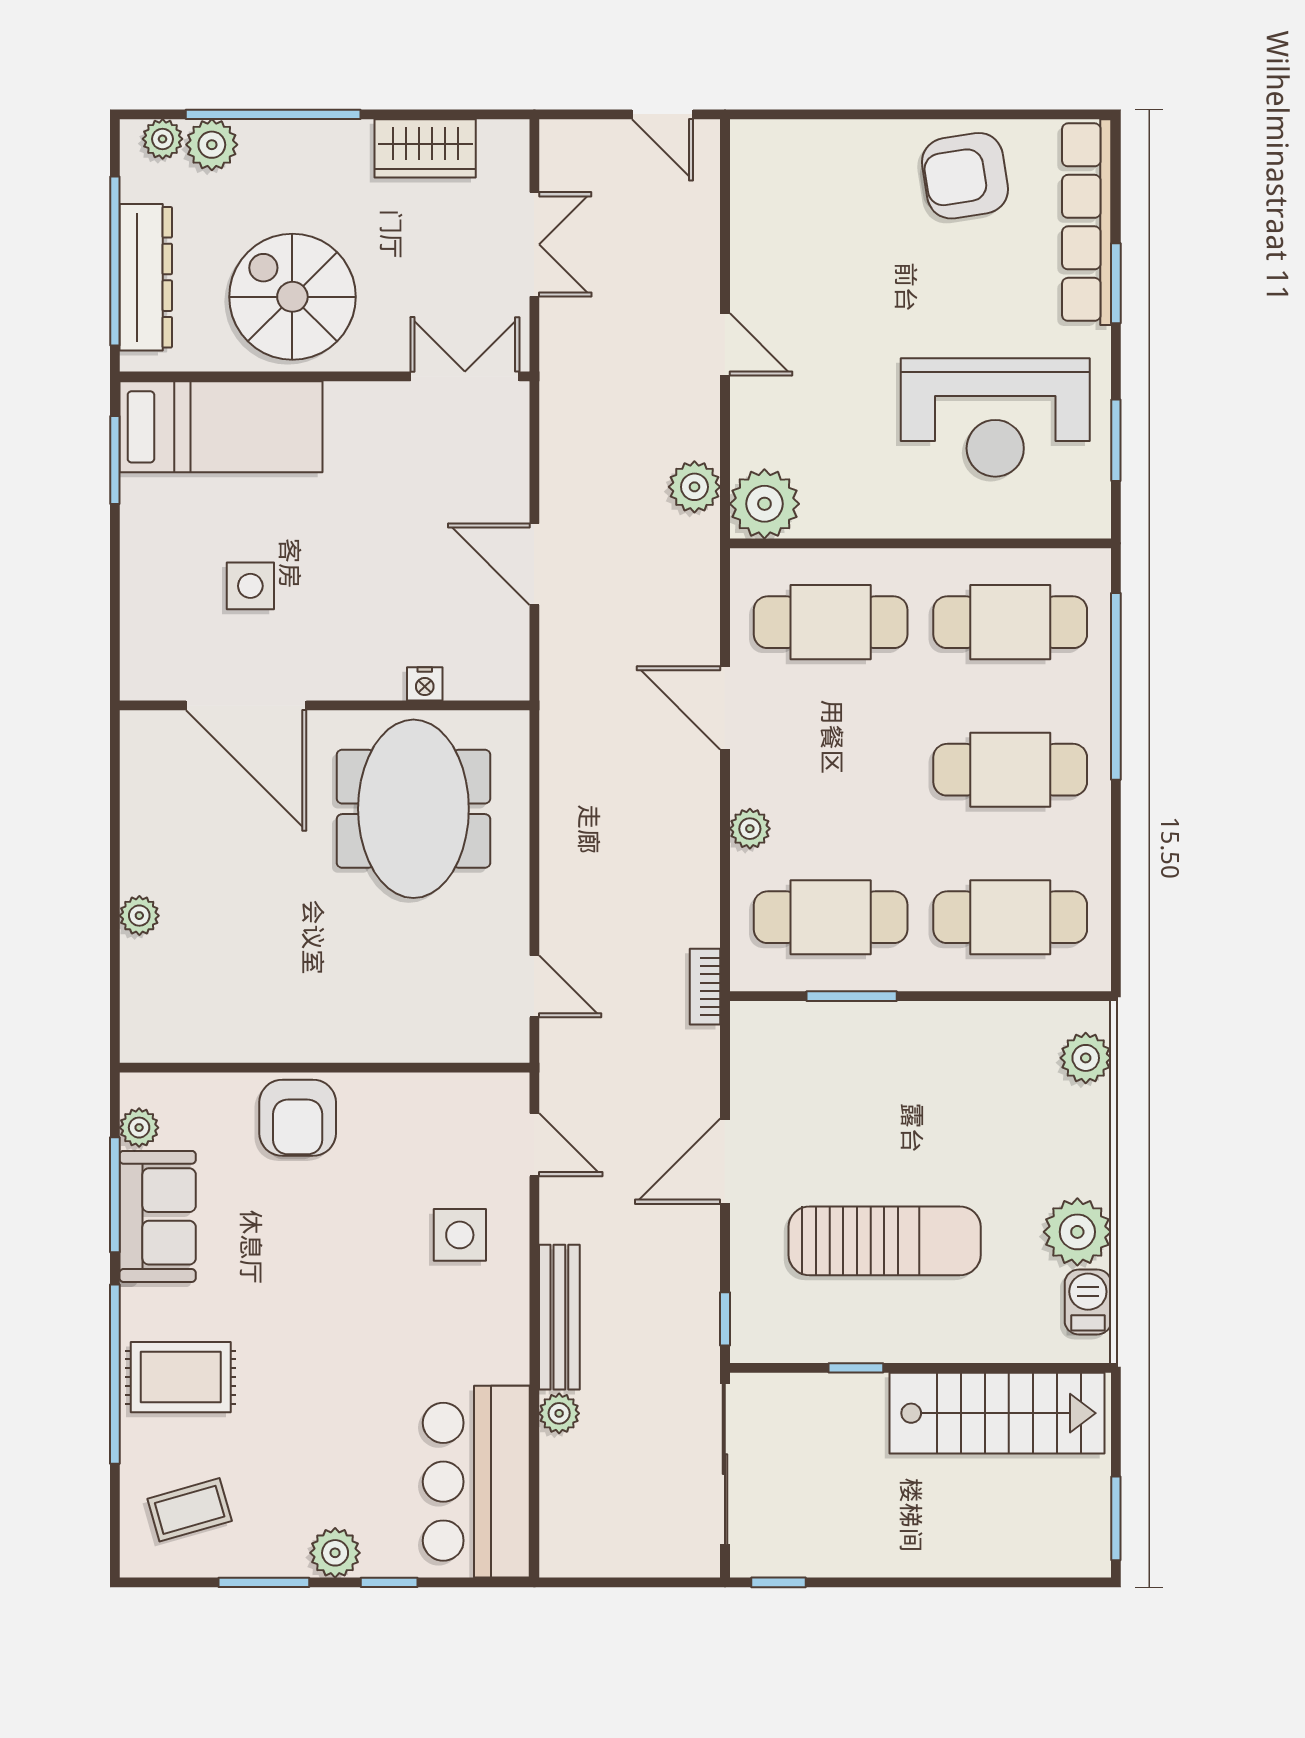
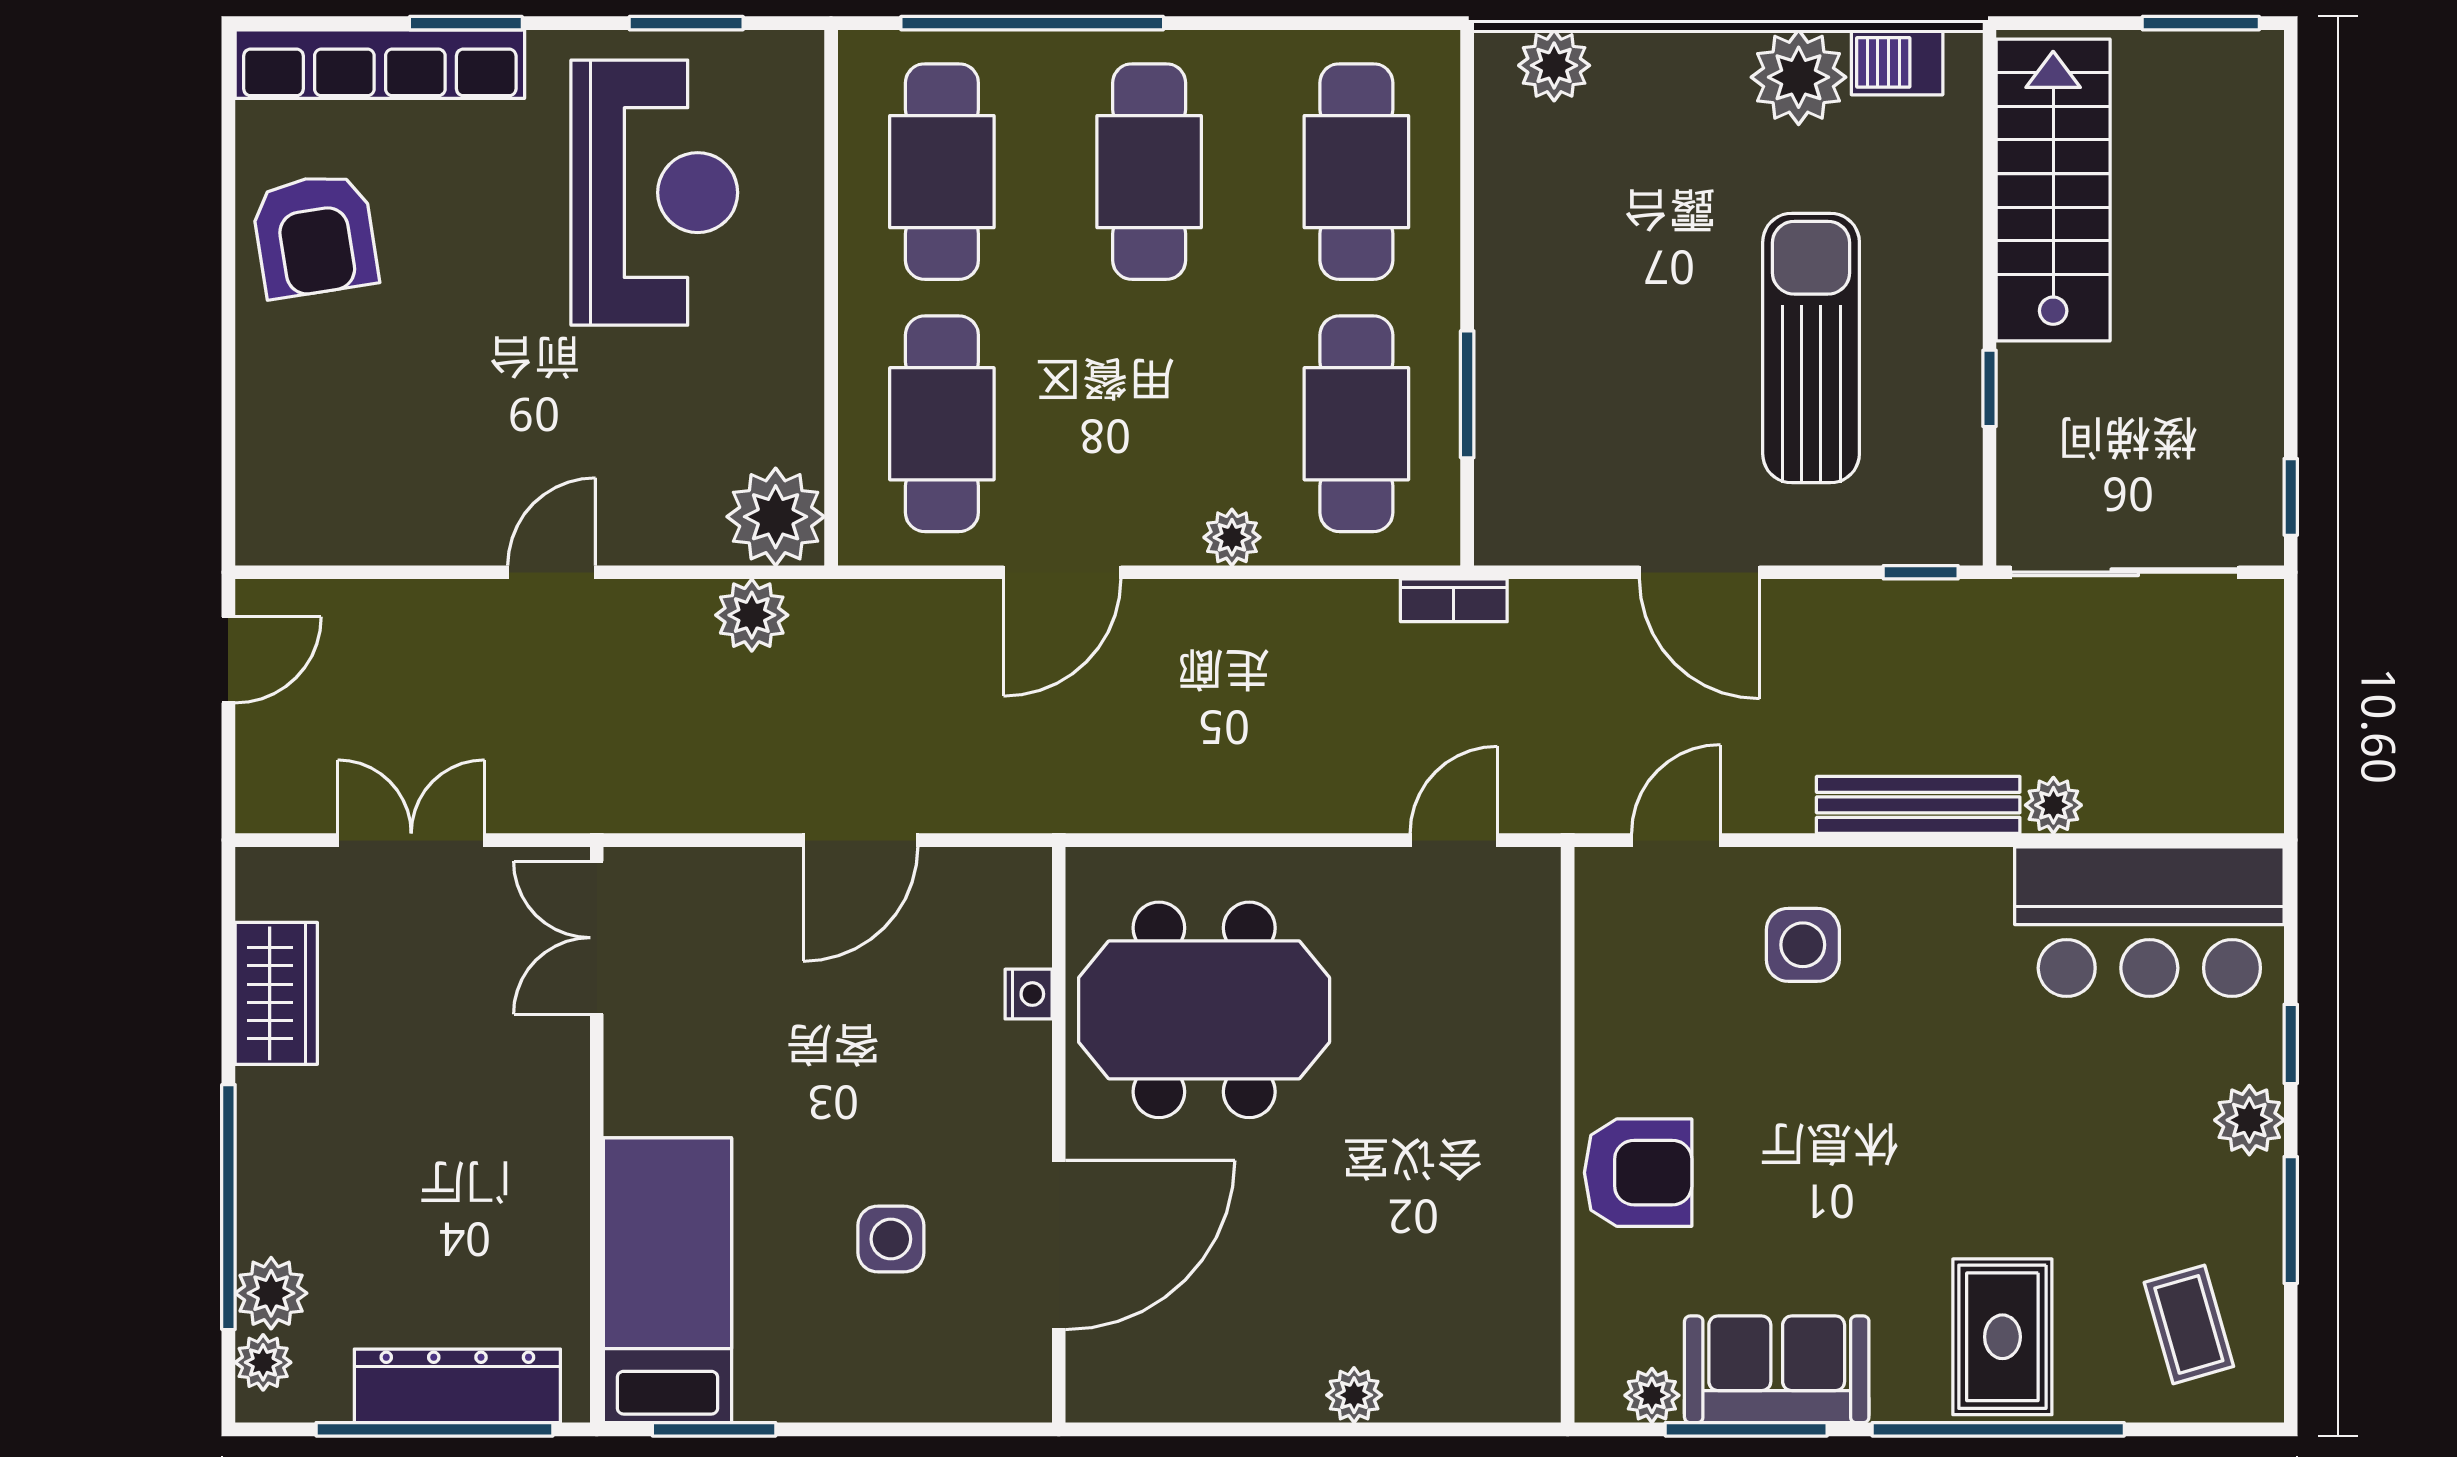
spiral stairs: (292, 297) -> (485, 1180), removed

